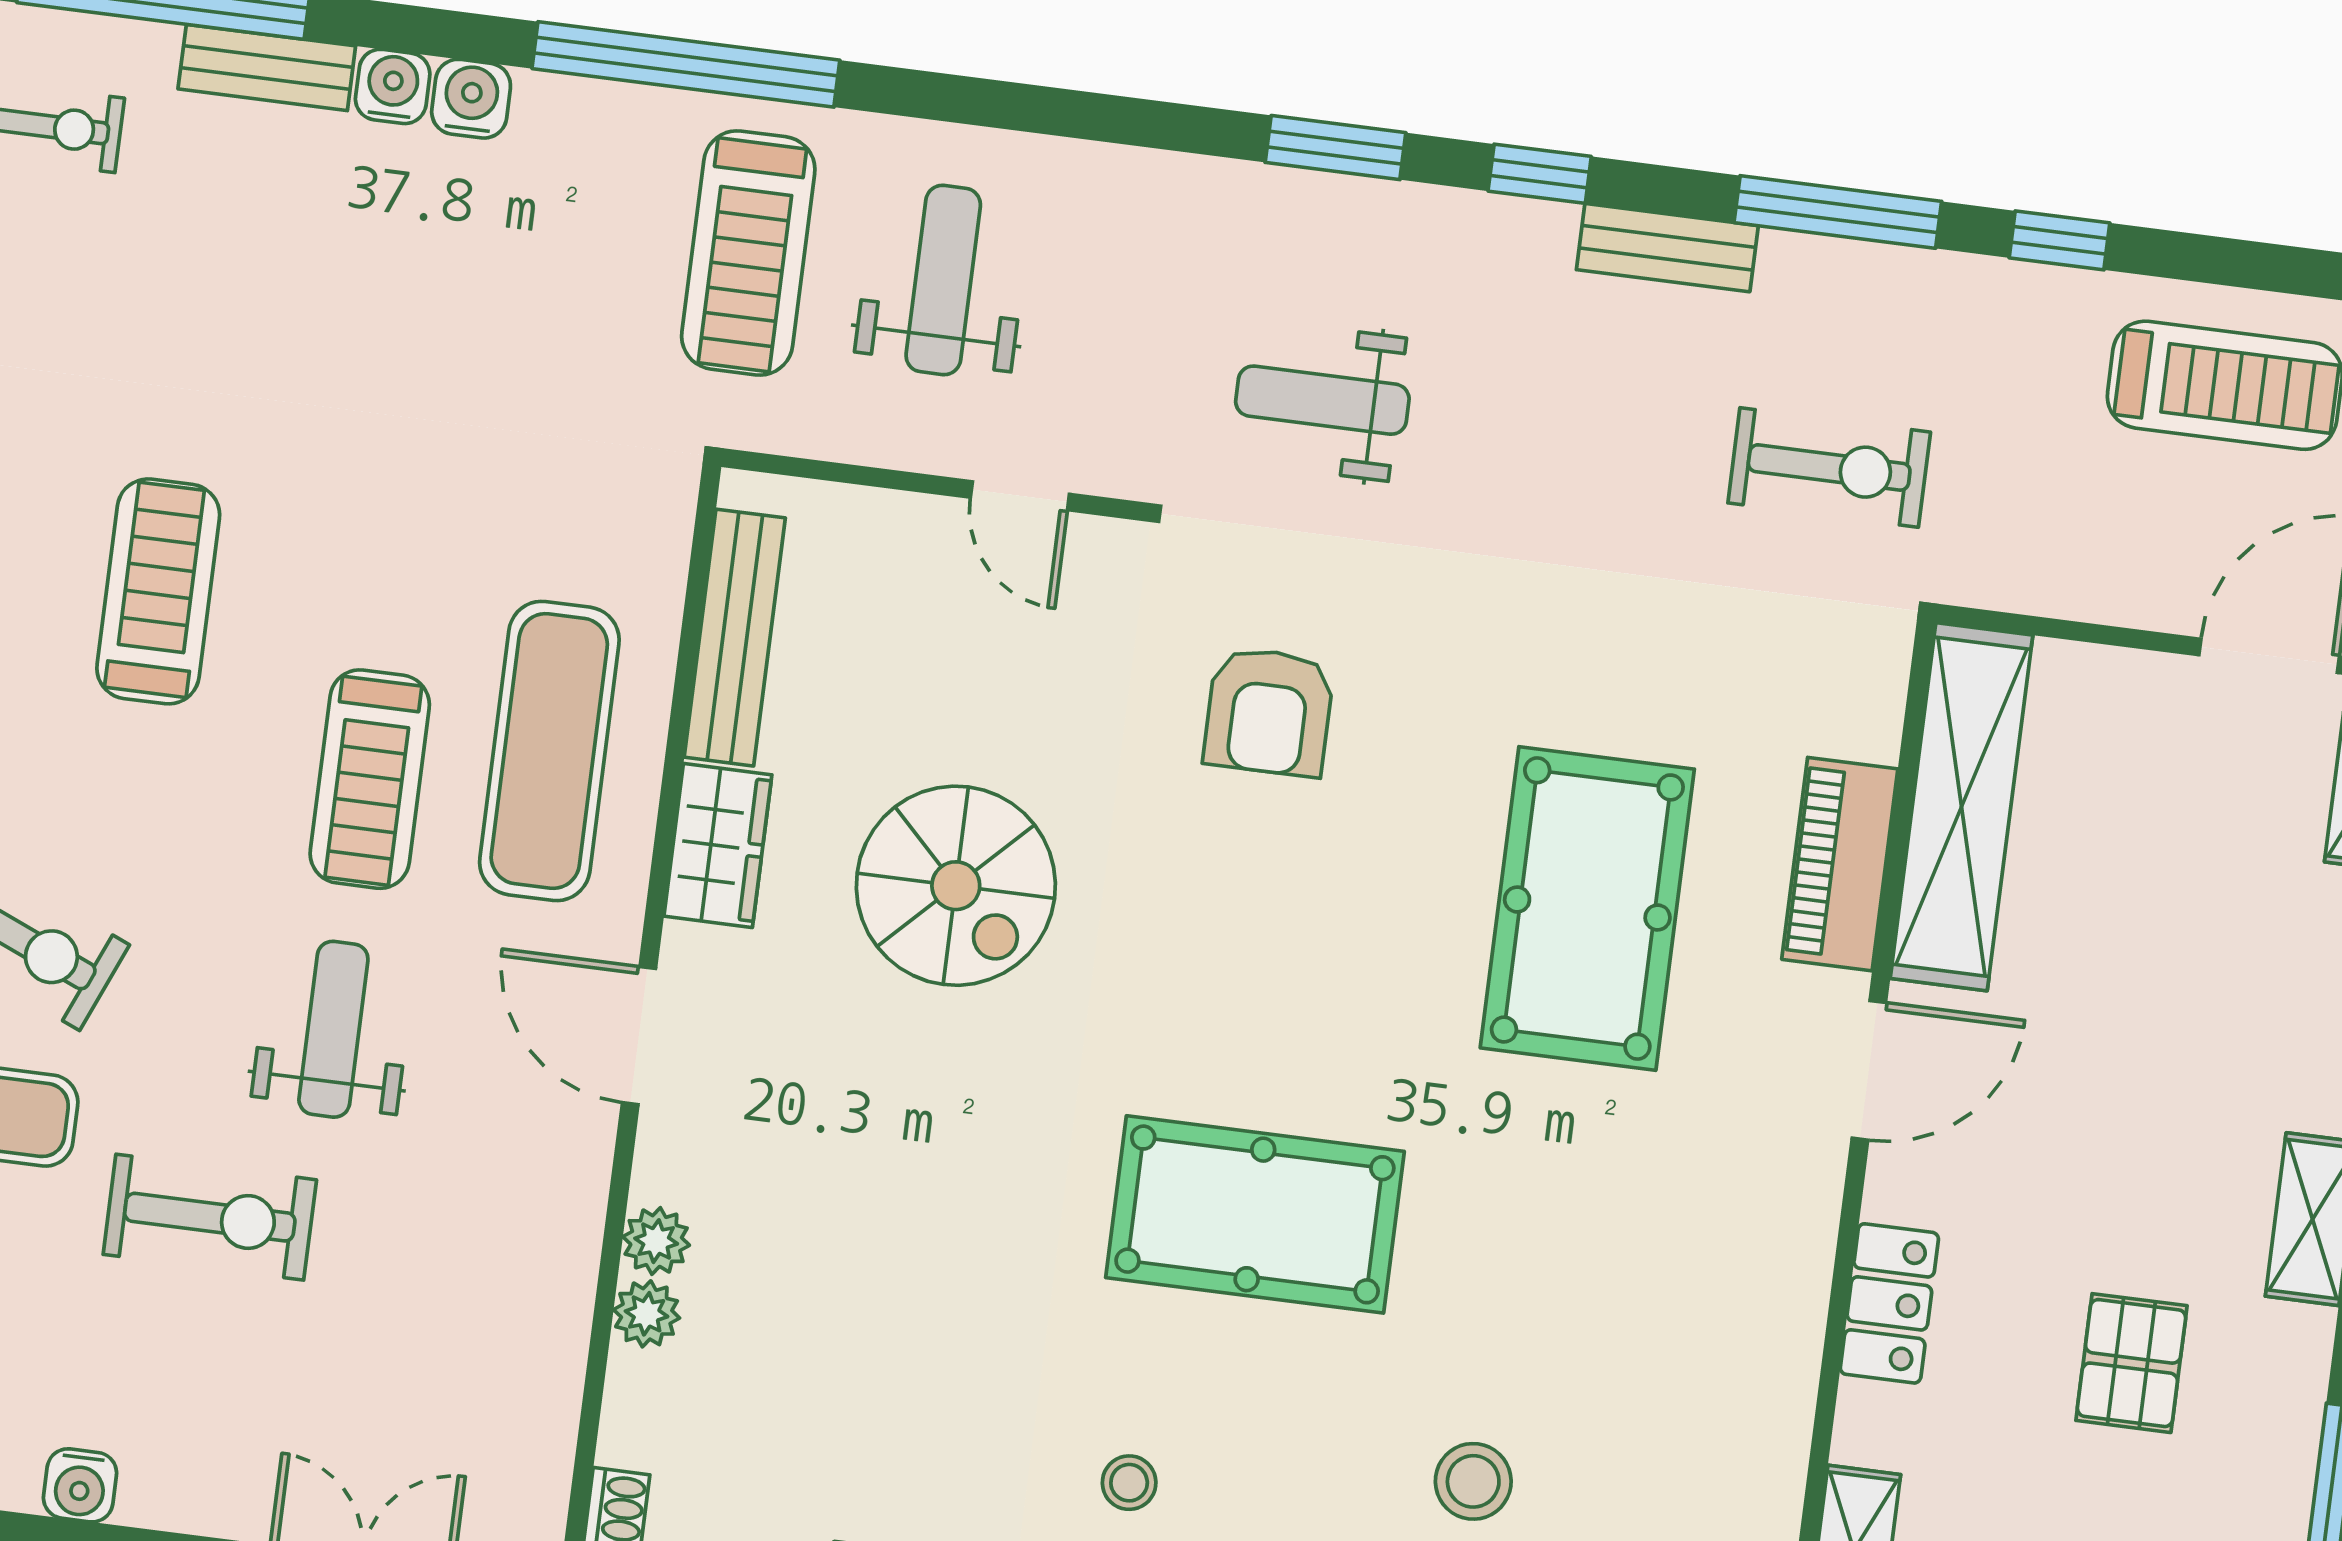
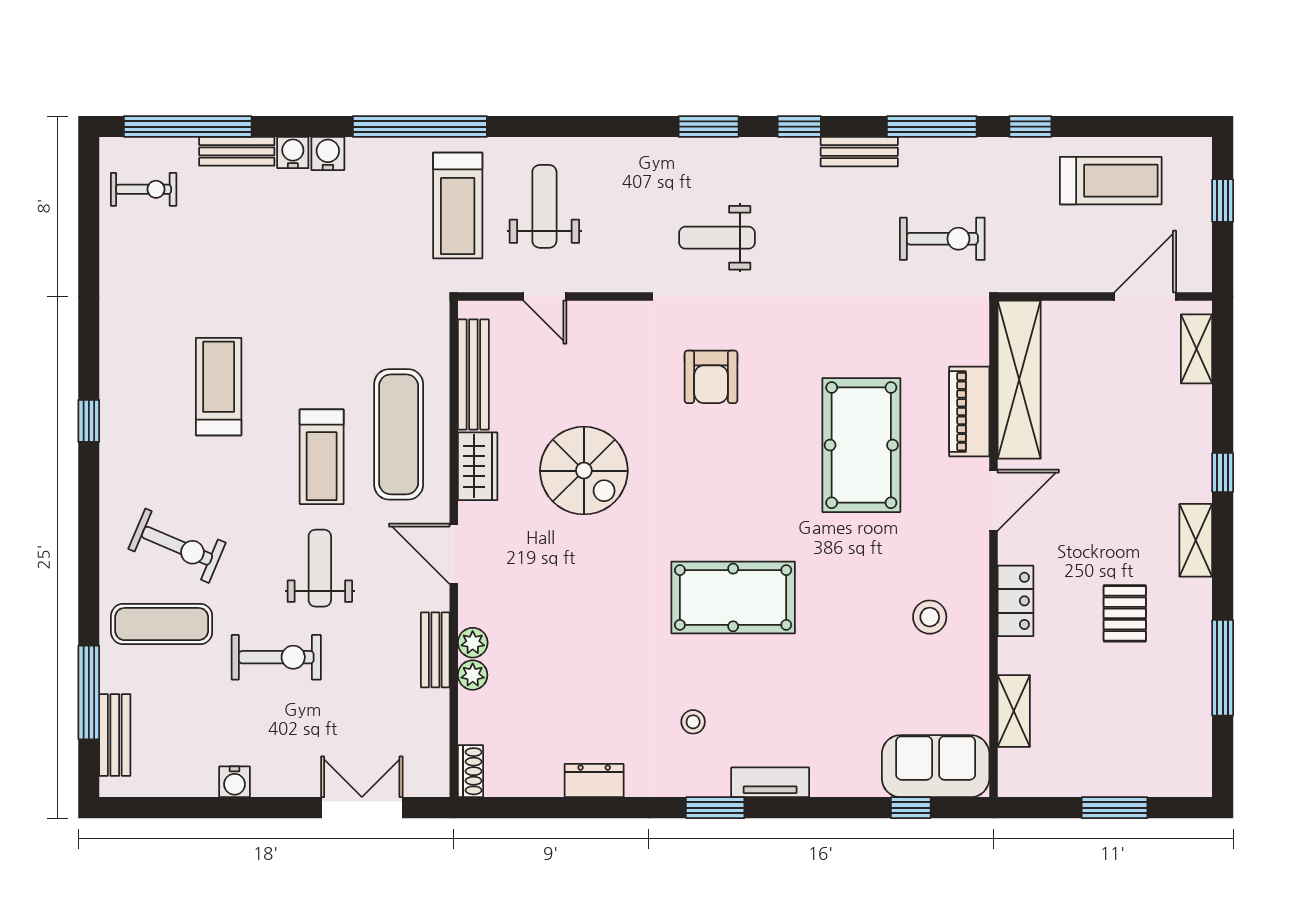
door: (1020, 496) -> (545, 296), moved
bench: (570, 1246) -> (435, 650), added
stool: (1473, 1481) -> (930, 617), moved

